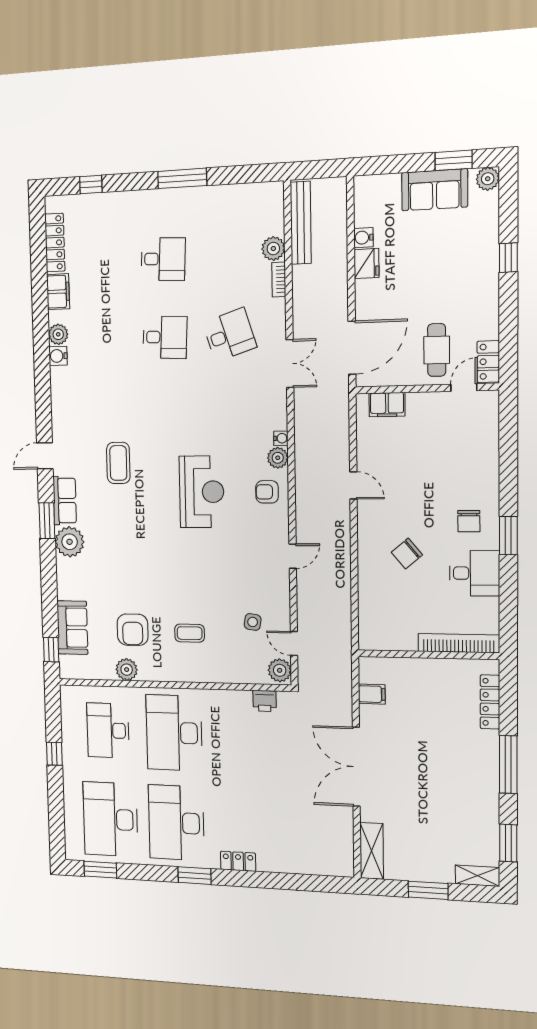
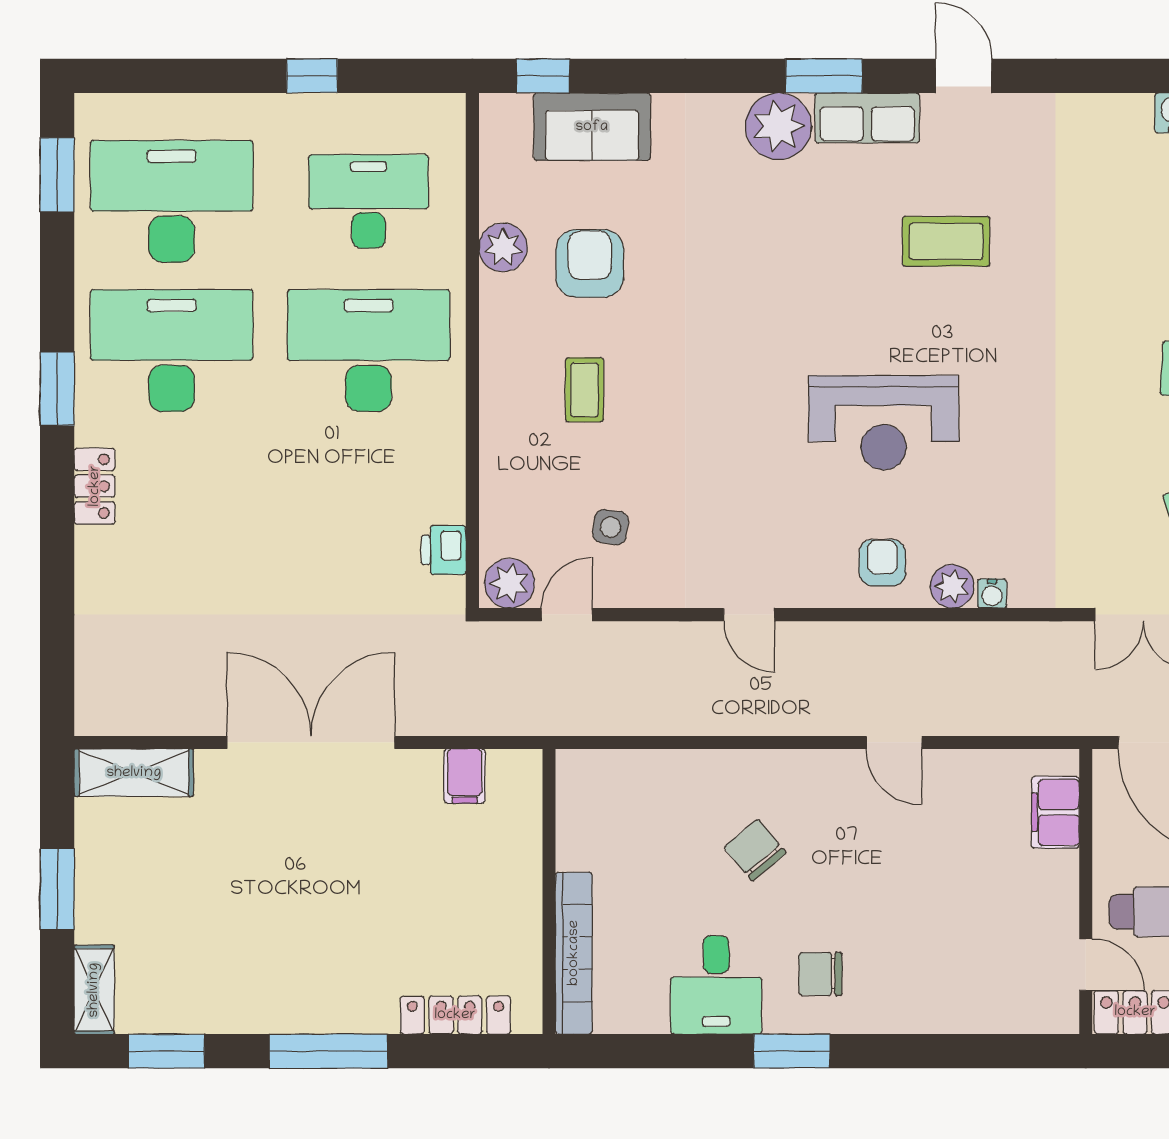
door: (353, 485) -> (894, 742), hinge flipped
armchair: (133, 630) -> (590, 263), turned 90

